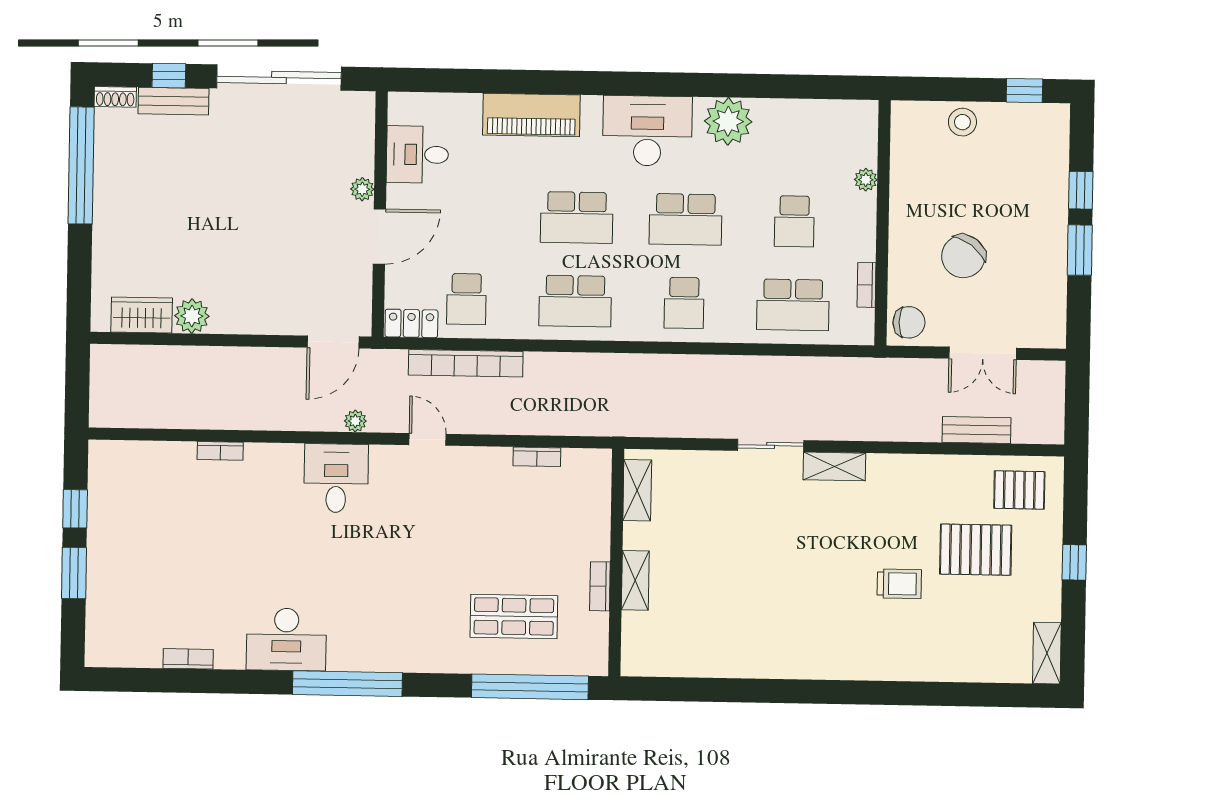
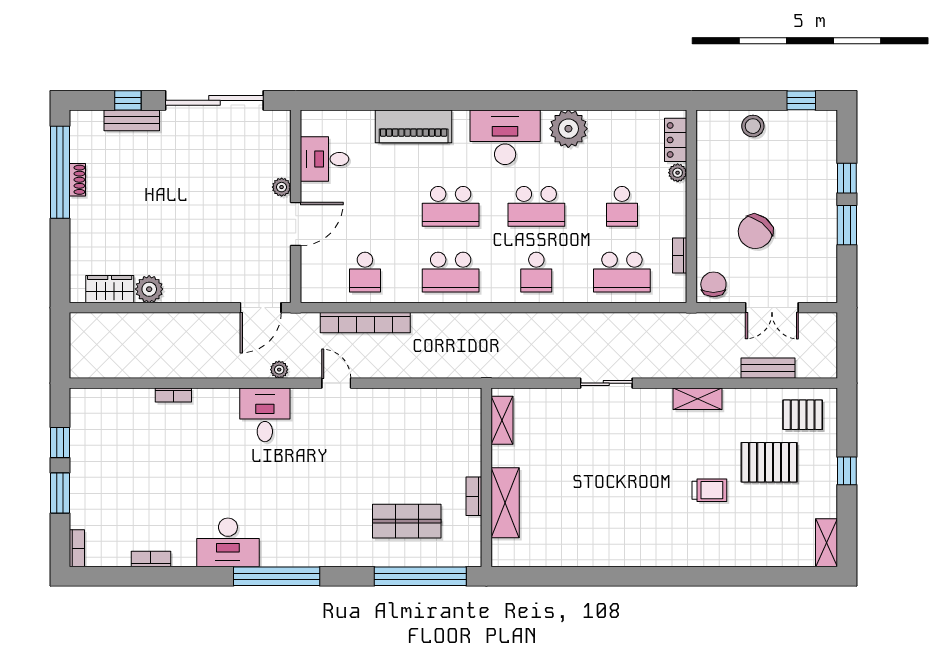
shoe rack: (115, 97) -> (77, 180), moved, turned -90
chair: (909, 322) -> (713, 284), turned -90
locker: (411, 323) -> (676, 140), moved, turned -90
bookcase: (537, 457) -> (77, 548), moved, turned -90
shelving: (834, 466) -> (698, 399), moved
shelving: (635, 580) -> (505, 503), width x1.50, depth x1.33

